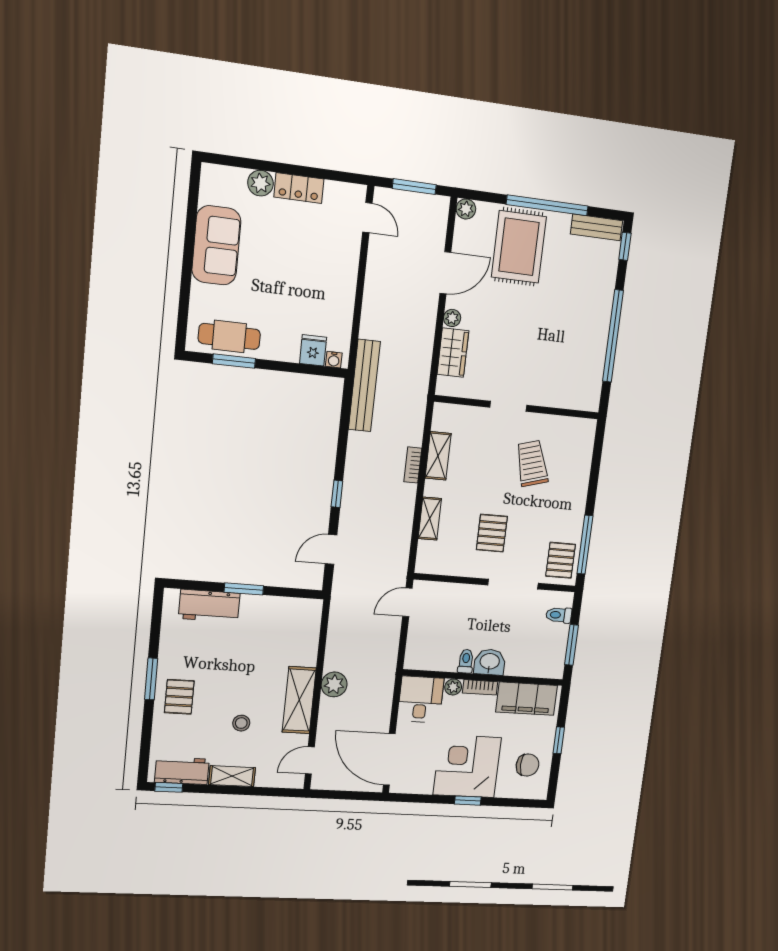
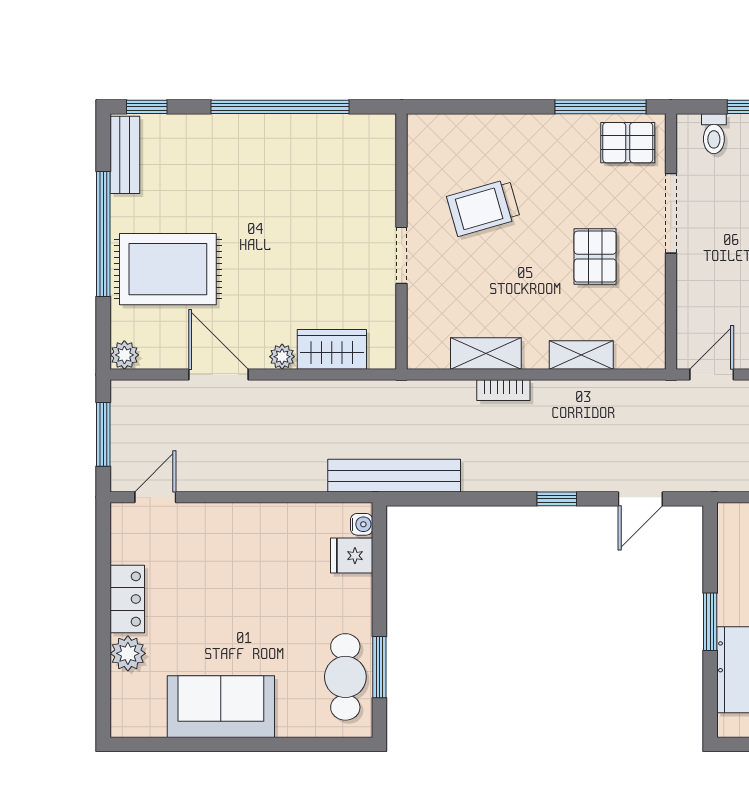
pallet: (492, 533) -> (595, 257), turned 90
door: (331, 549) -> (640, 499), hinge flipped
door: (407, 602) -> (712, 374), swing flipped

